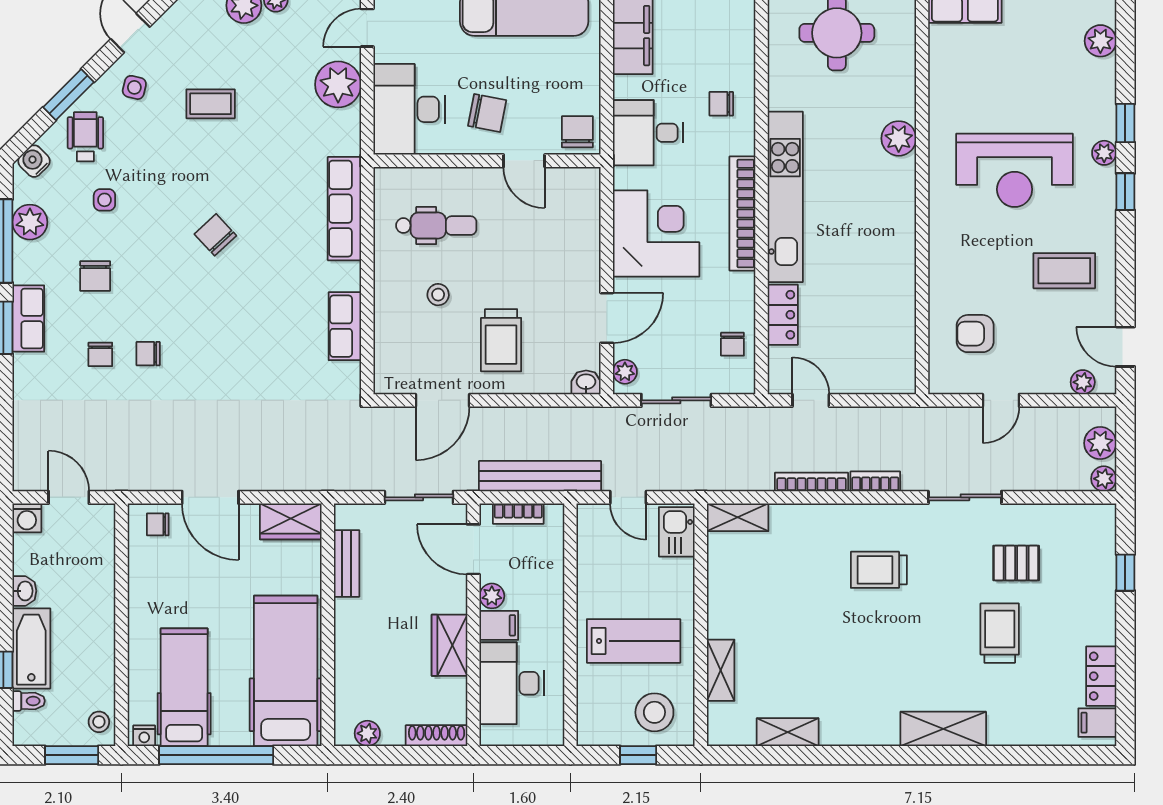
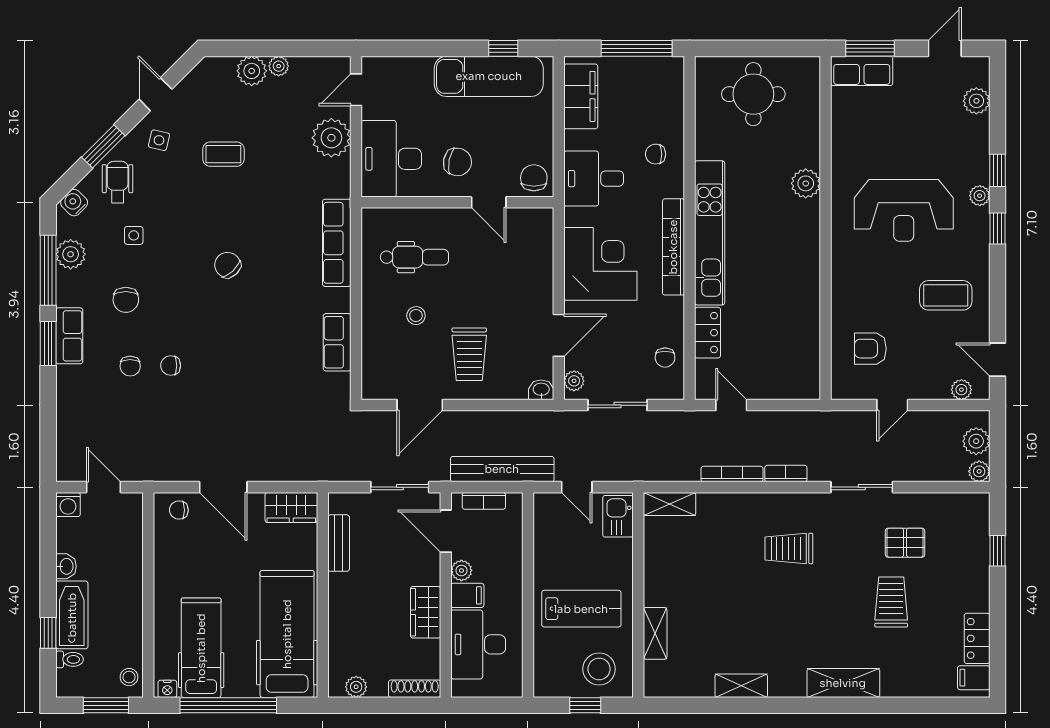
shelving: (788, 732) -> (741, 686), moved

